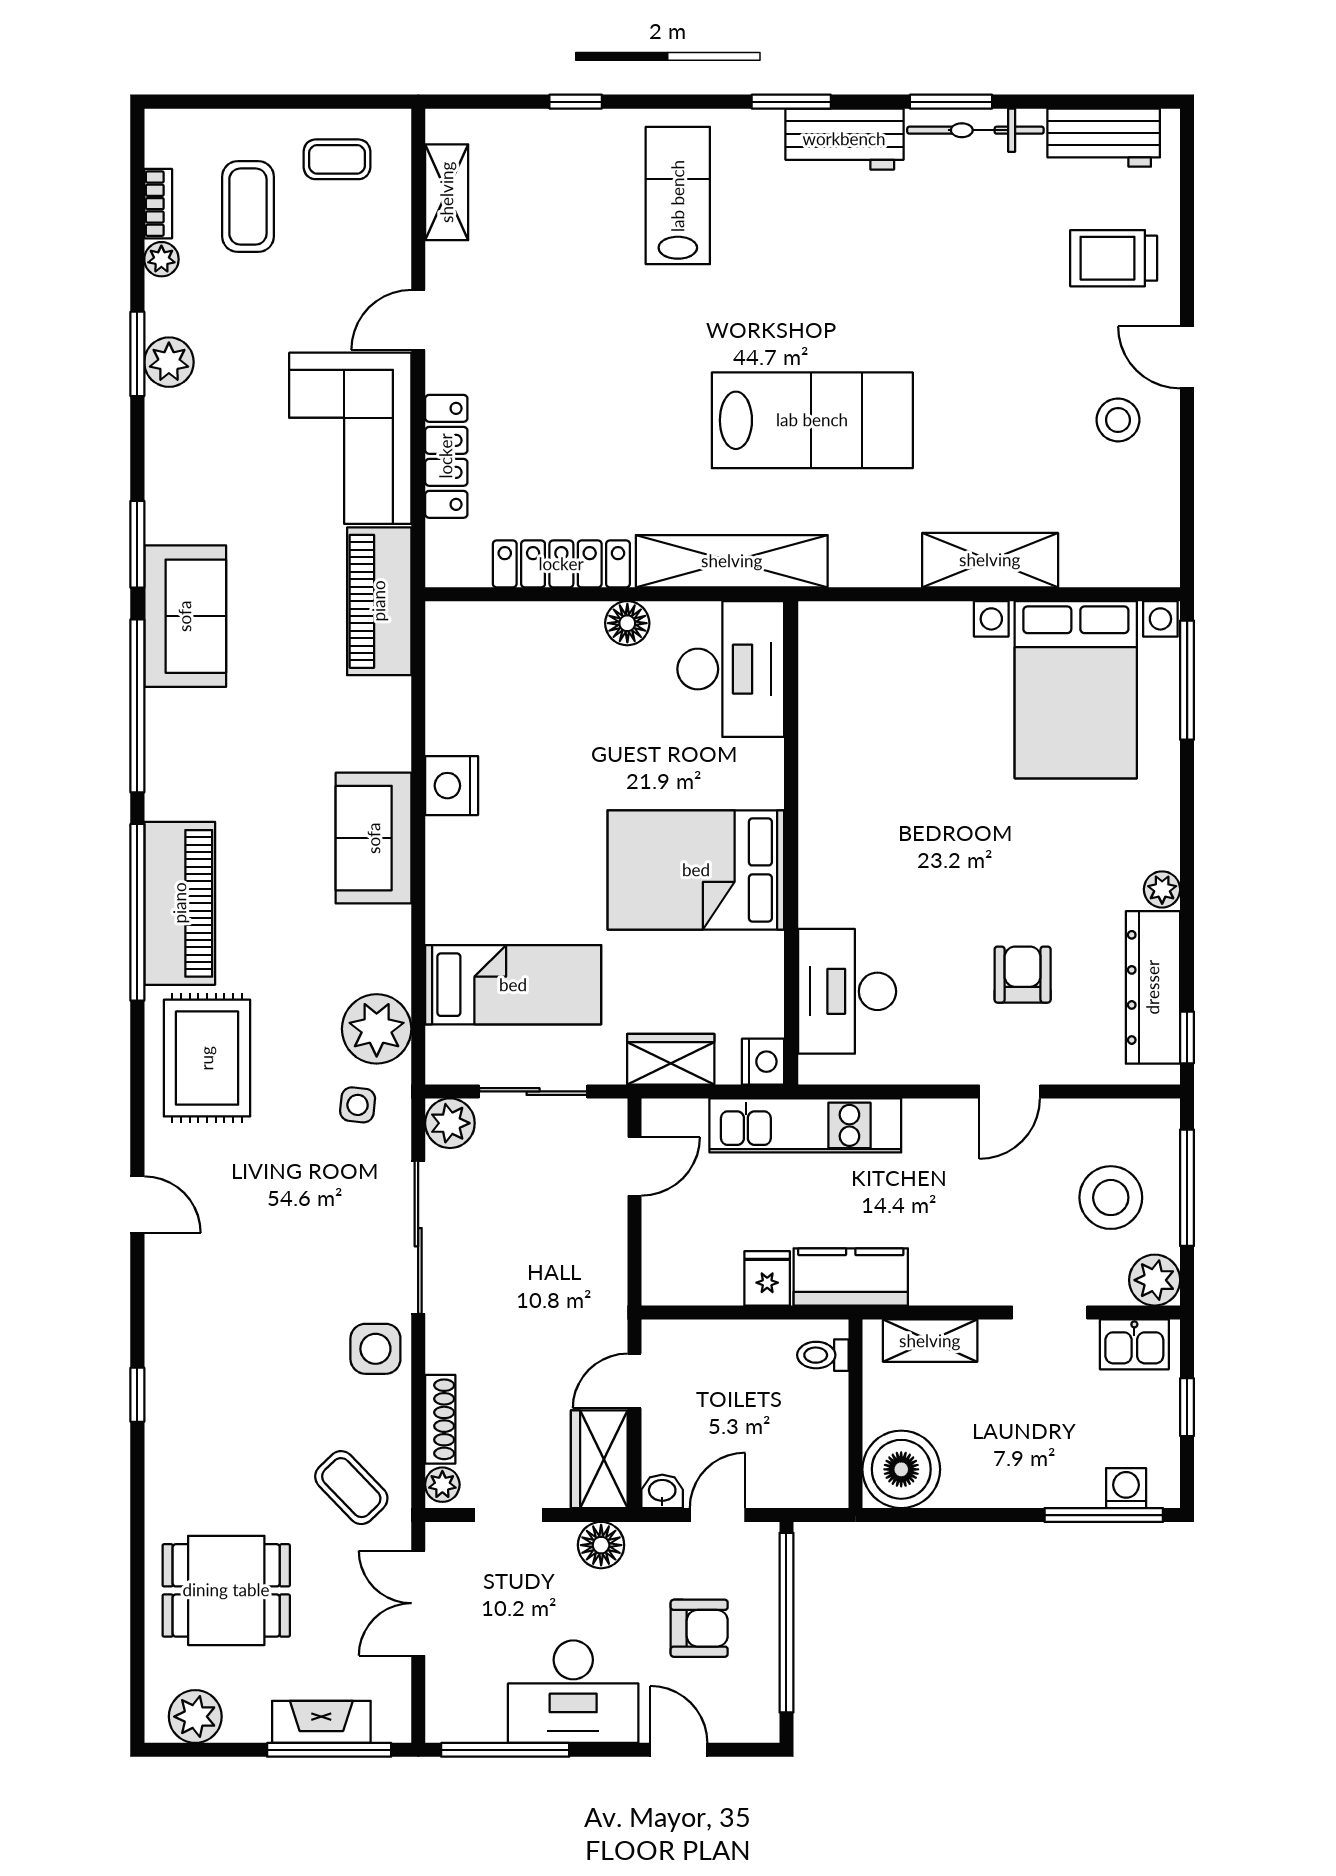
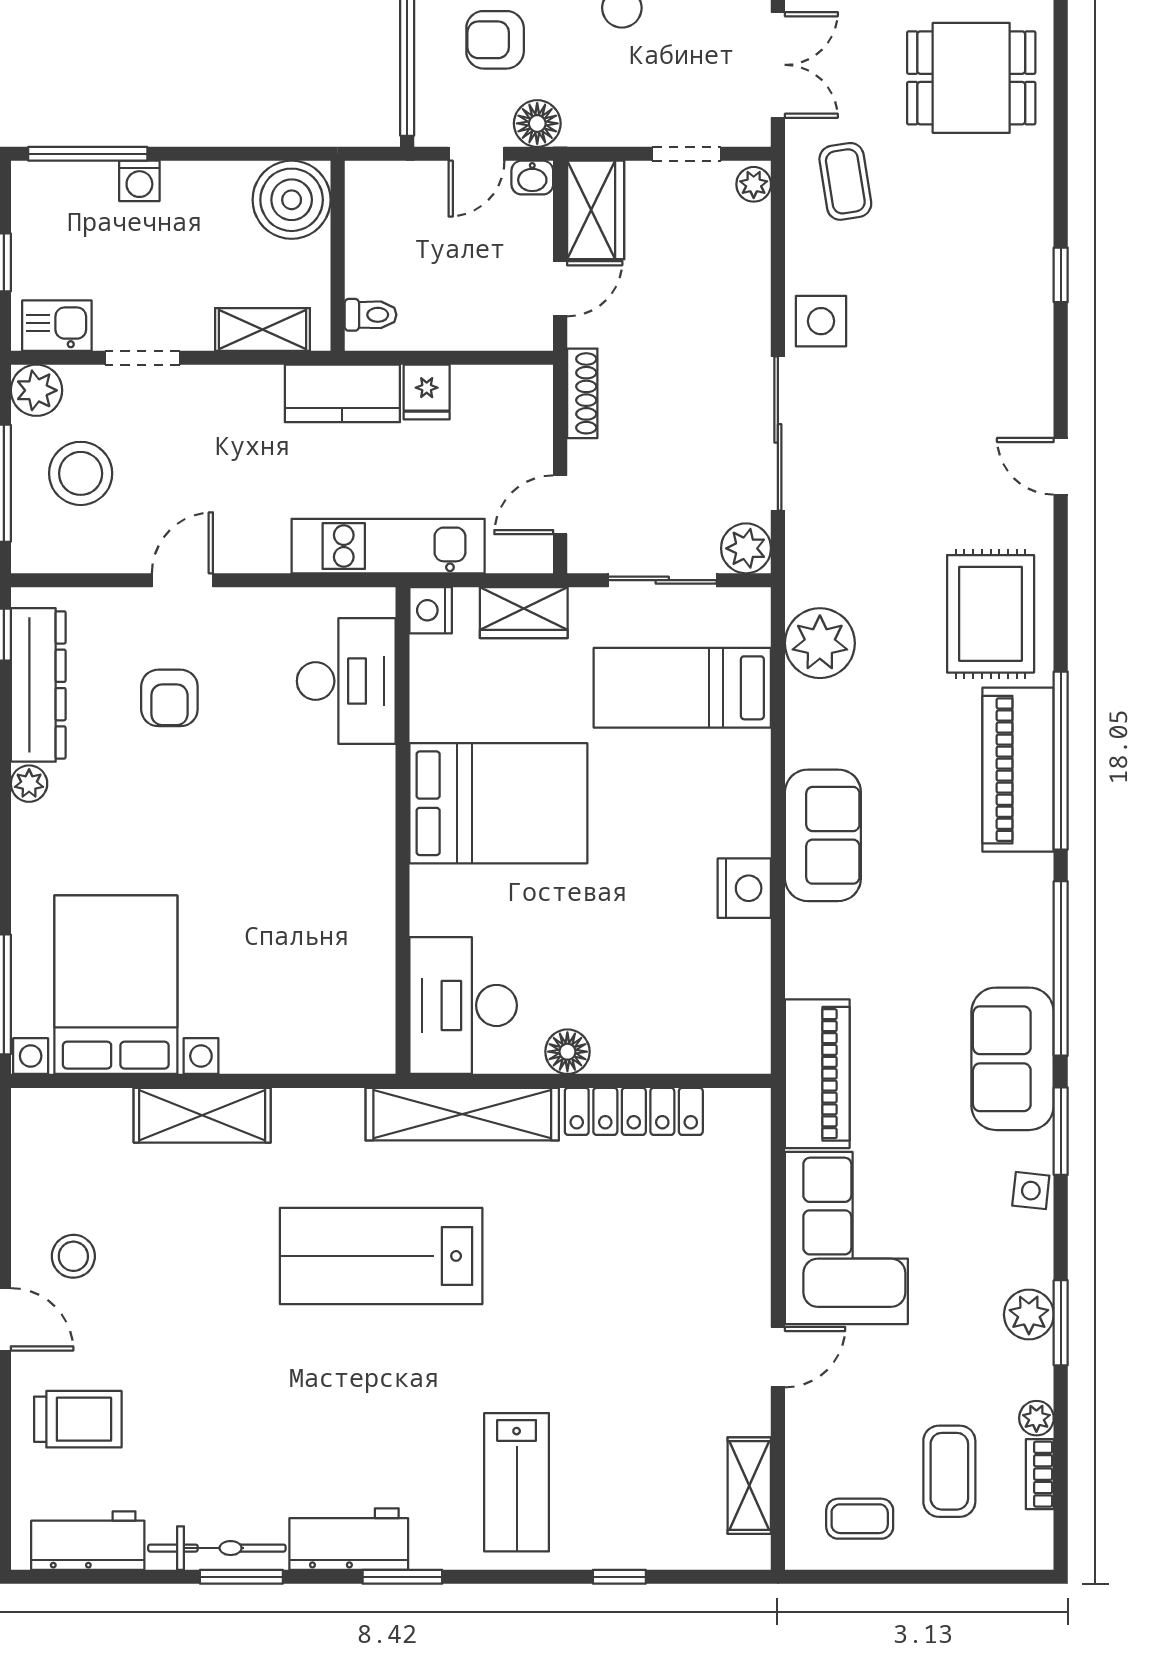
locker: (446, 456) -> (750, 1220), removed
side table: (358, 1105) -> (1031, 1191), moved
shoe rack: (440, 1419) -> (582, 393), moved, turned 180
coffee table: (351, 1488) -> (845, 181), turned 35
washing machine: (1126, 1488) -> (139, 181), moved
floor lamp: (601, 1545) -> (537, 123), moved

